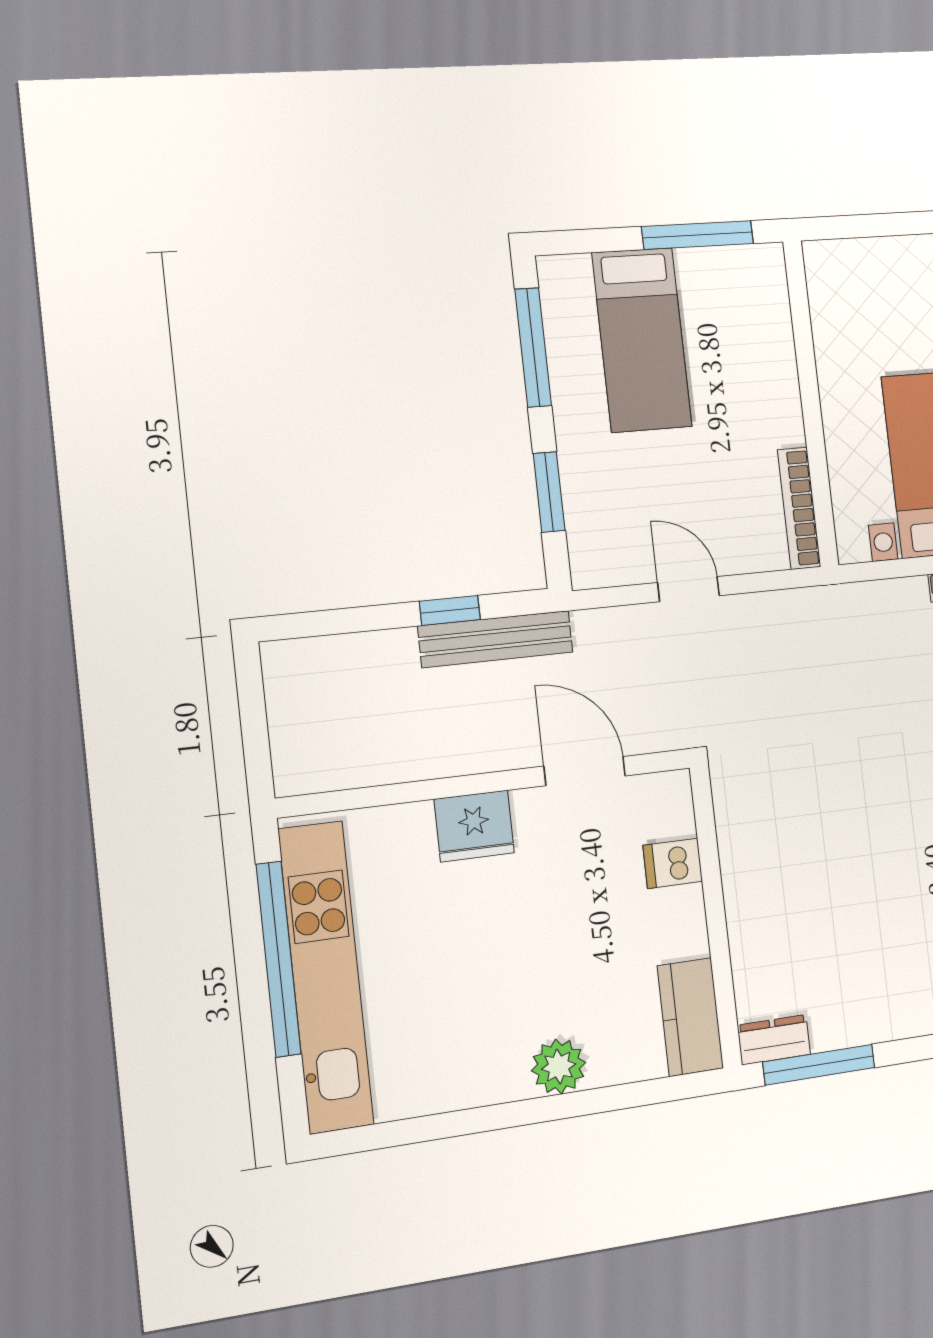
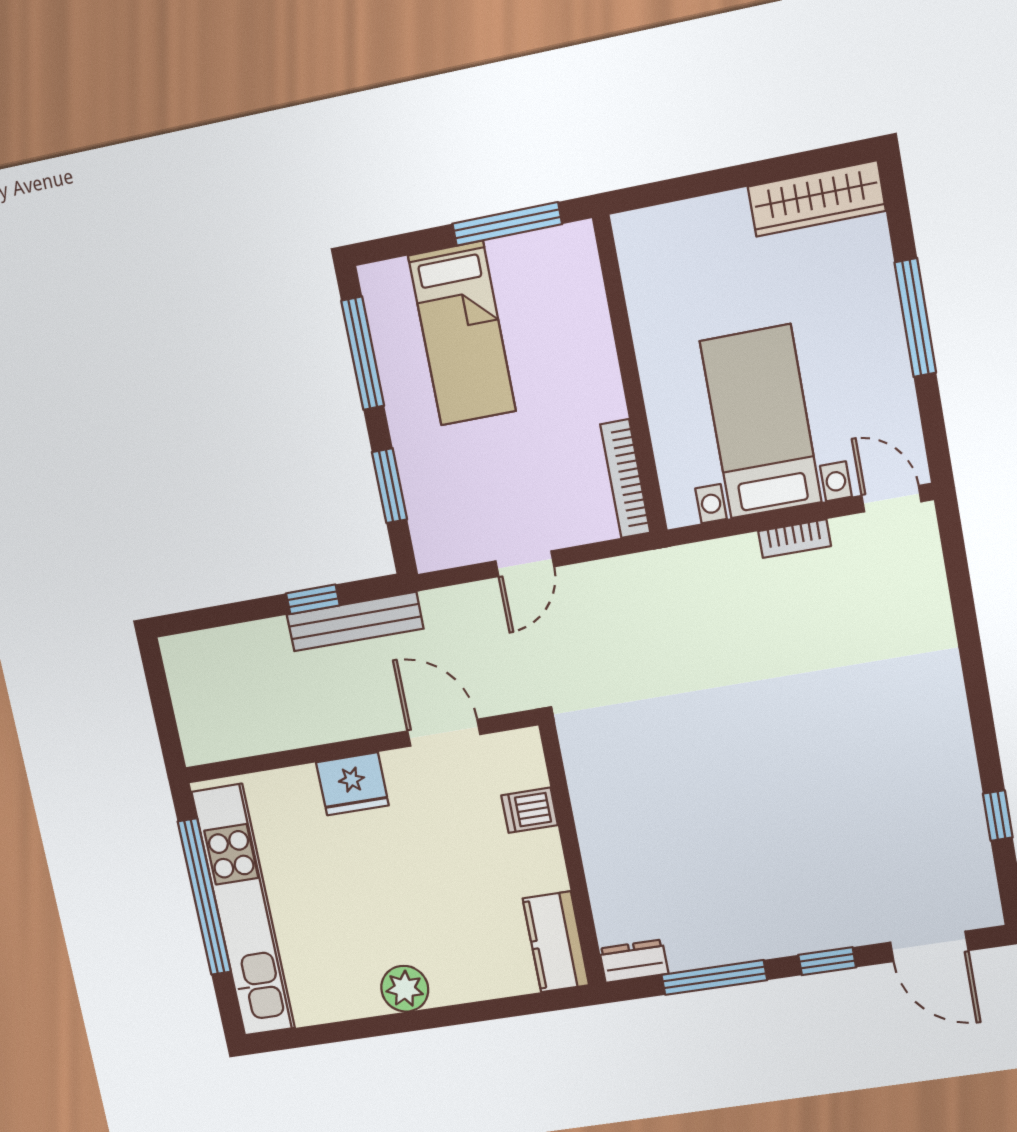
door: (689, 589) -> (525, 564), swing flipped
window: (819, 1065) -> (714, 977), moved
plant: (559, 1067) -> (405, 989), moved

